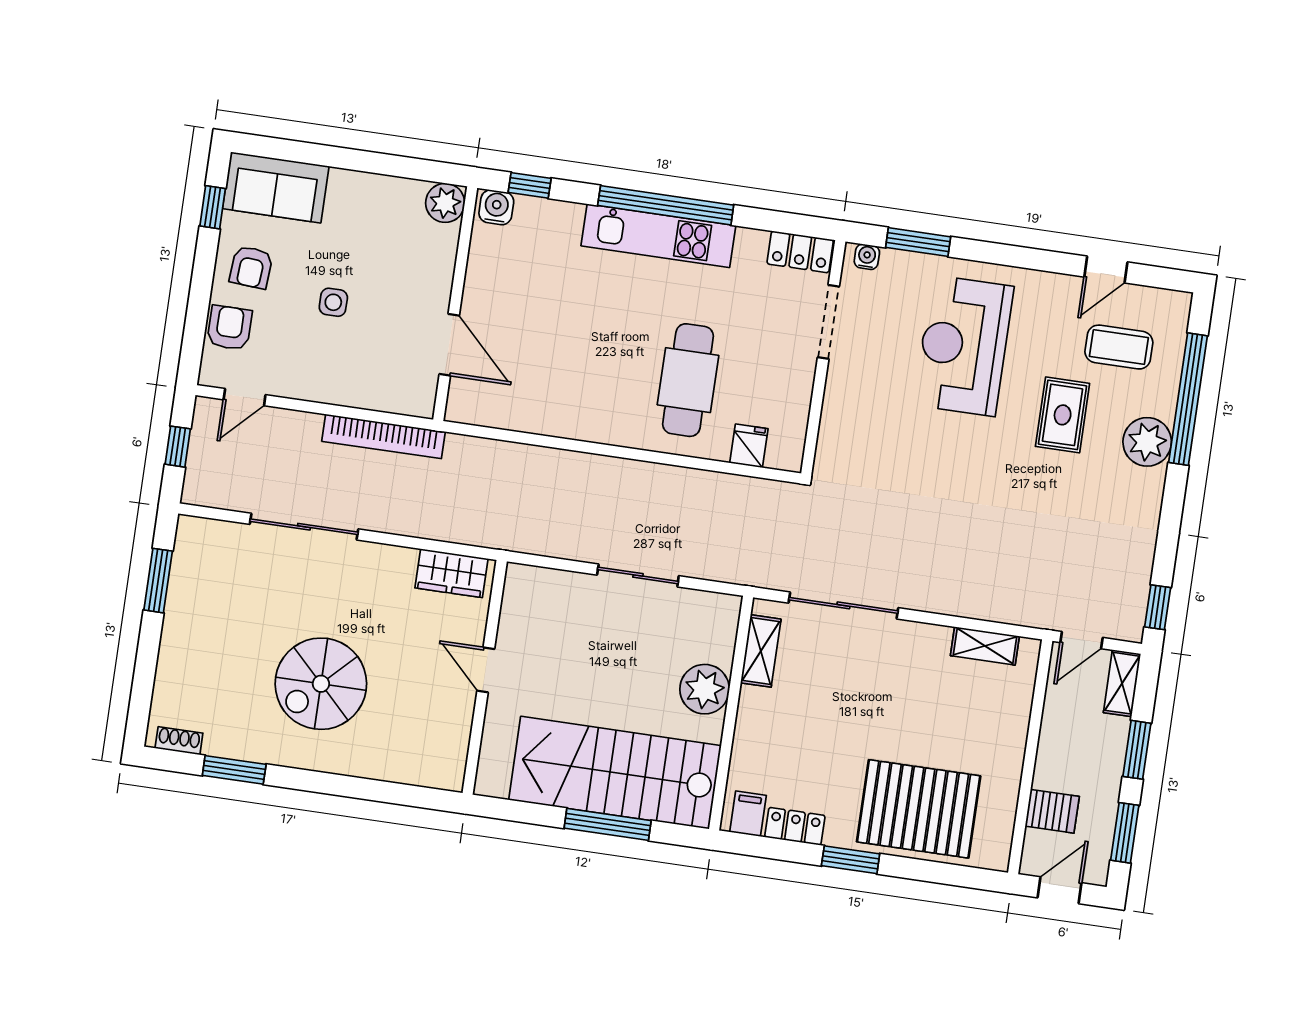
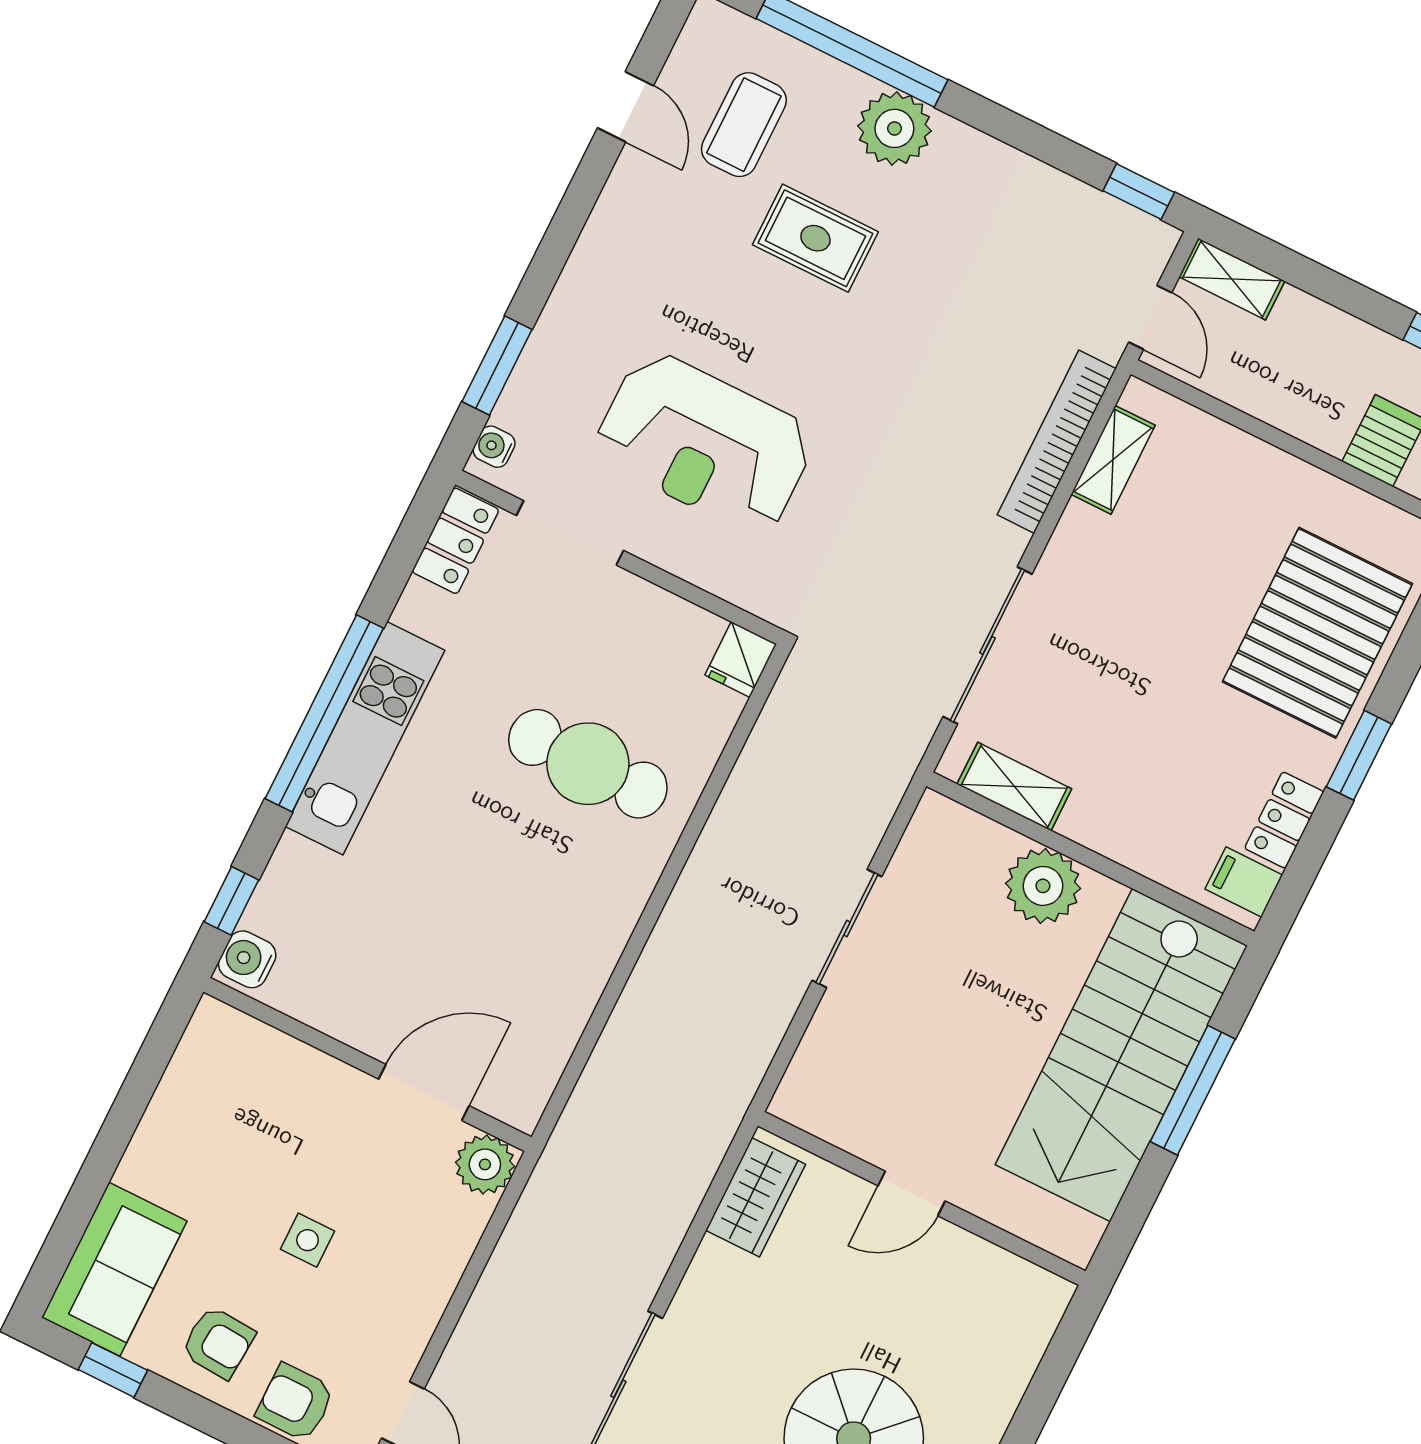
plant: (445, 203) -> (485, 1164), moved
reception desk: (964, 346) -> (705, 443), moved
bookcase: (383, 436) -> (1057, 442), moved, turned 180
fridge: (749, 446) -> (741, 660), moved, turned -90
window: (1137, 750) -> (1335, 289), removed

